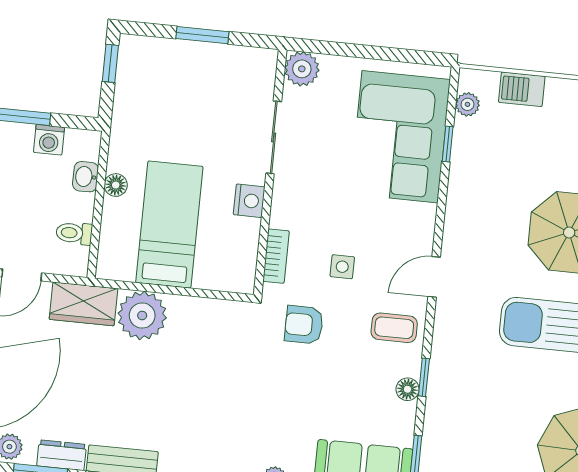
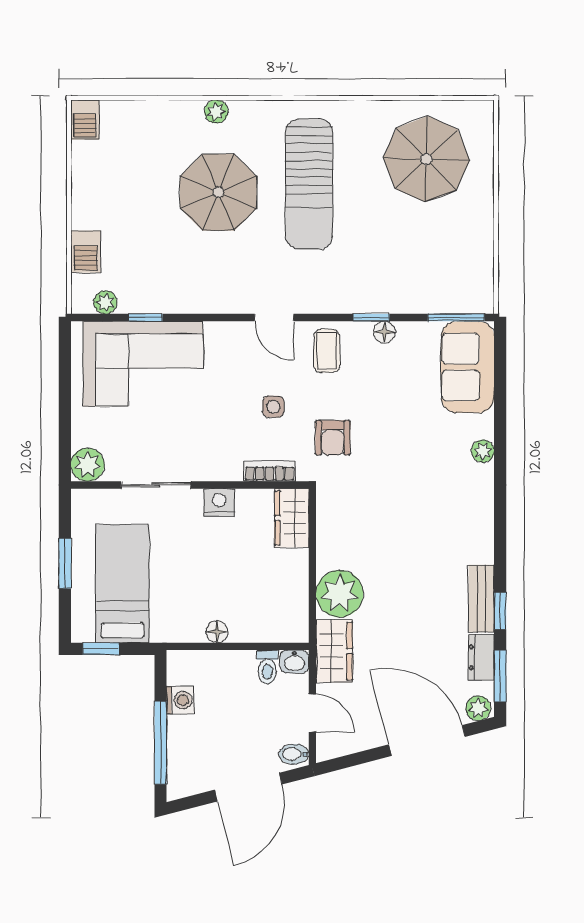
washbasin: (85, 177) -> (294, 662), moved
bed: (169, 225) -> (122, 584), moved, turned 90
wardrobe: (225, 274) -> (292, 518), added

